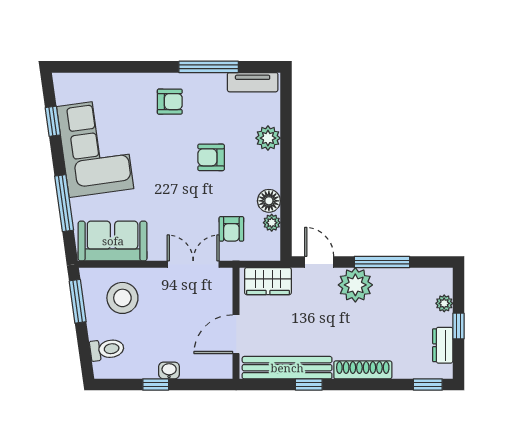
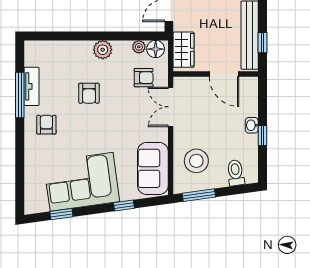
tv unit: (253, 82) -> (32, 86), moved
plant: (268, 138) -> (103, 50), moved
floor lamp: (269, 201) -> (156, 49), moved
window: (64, 203) -> (124, 205), width x0.46
window: (309, 385) -> (262, 43), moved

